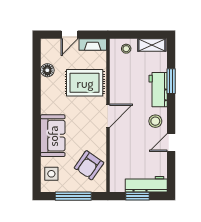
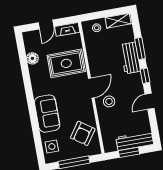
window: (171, 113) -> (145, 76), added
stool: (155, 121) -> (109, 101), moved

